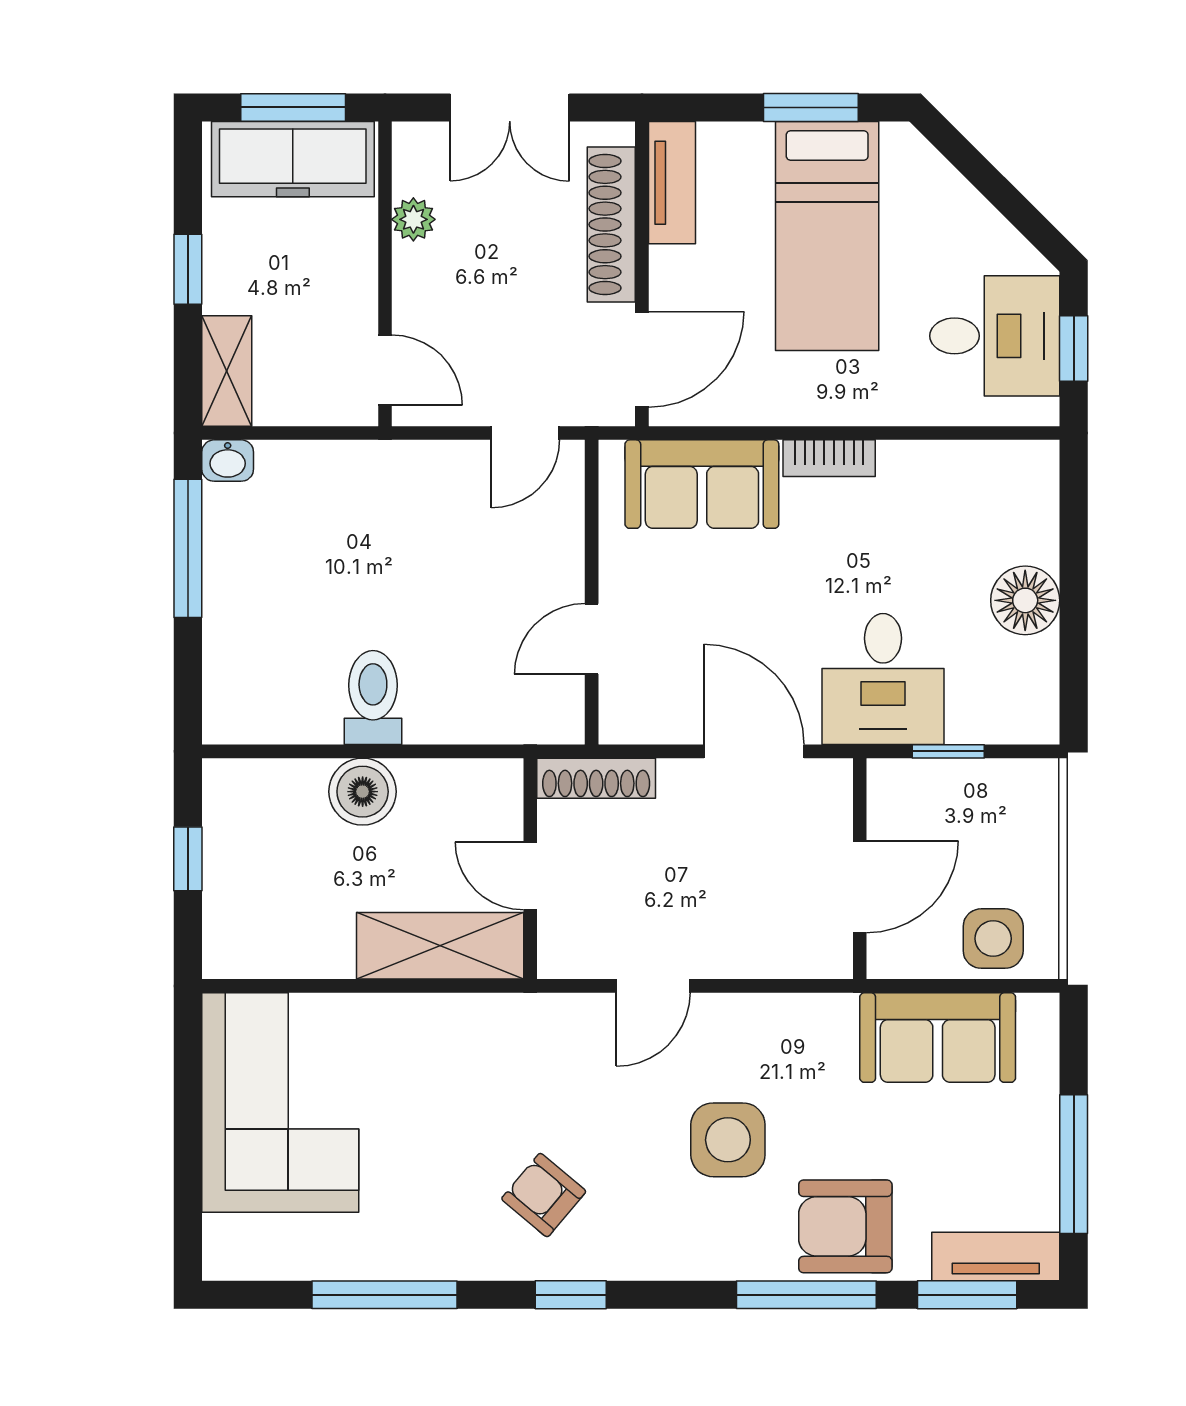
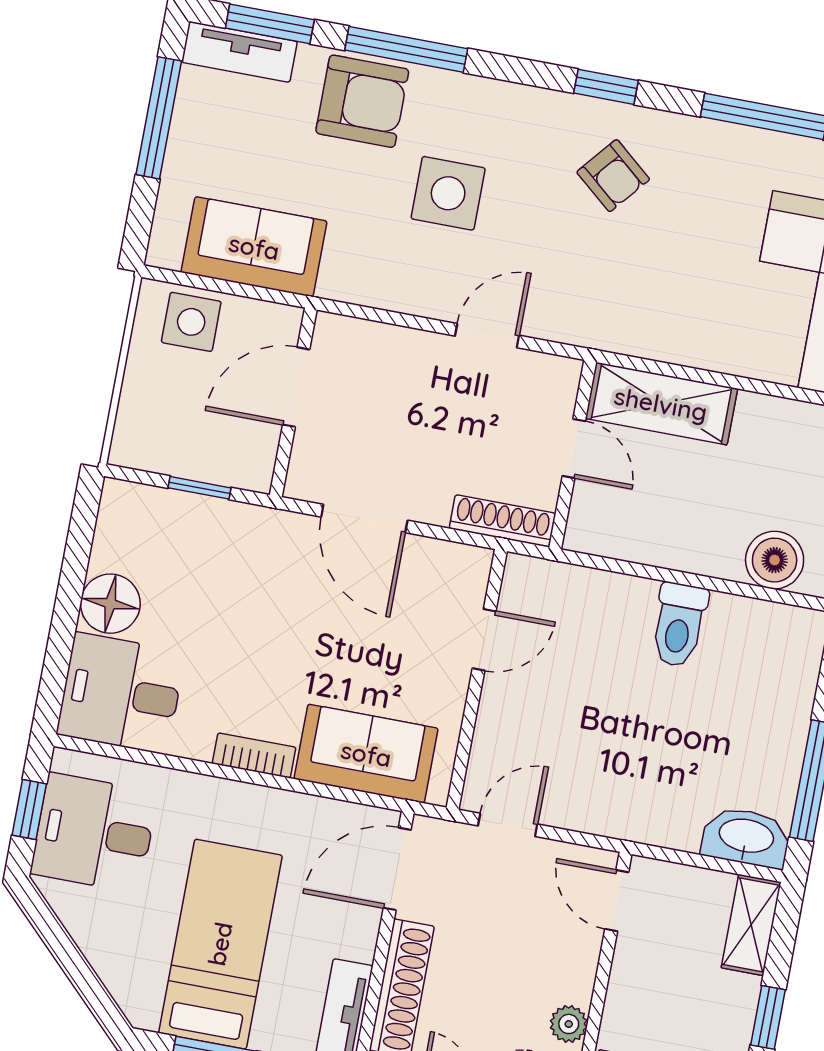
washbasin: (228, 461) -> (746, 837), width x1.91, depth x1.45
desk: (883, 679) -> (121, 693), moved, turned -90
boiler: (363, 792) -> (775, 560), moved

